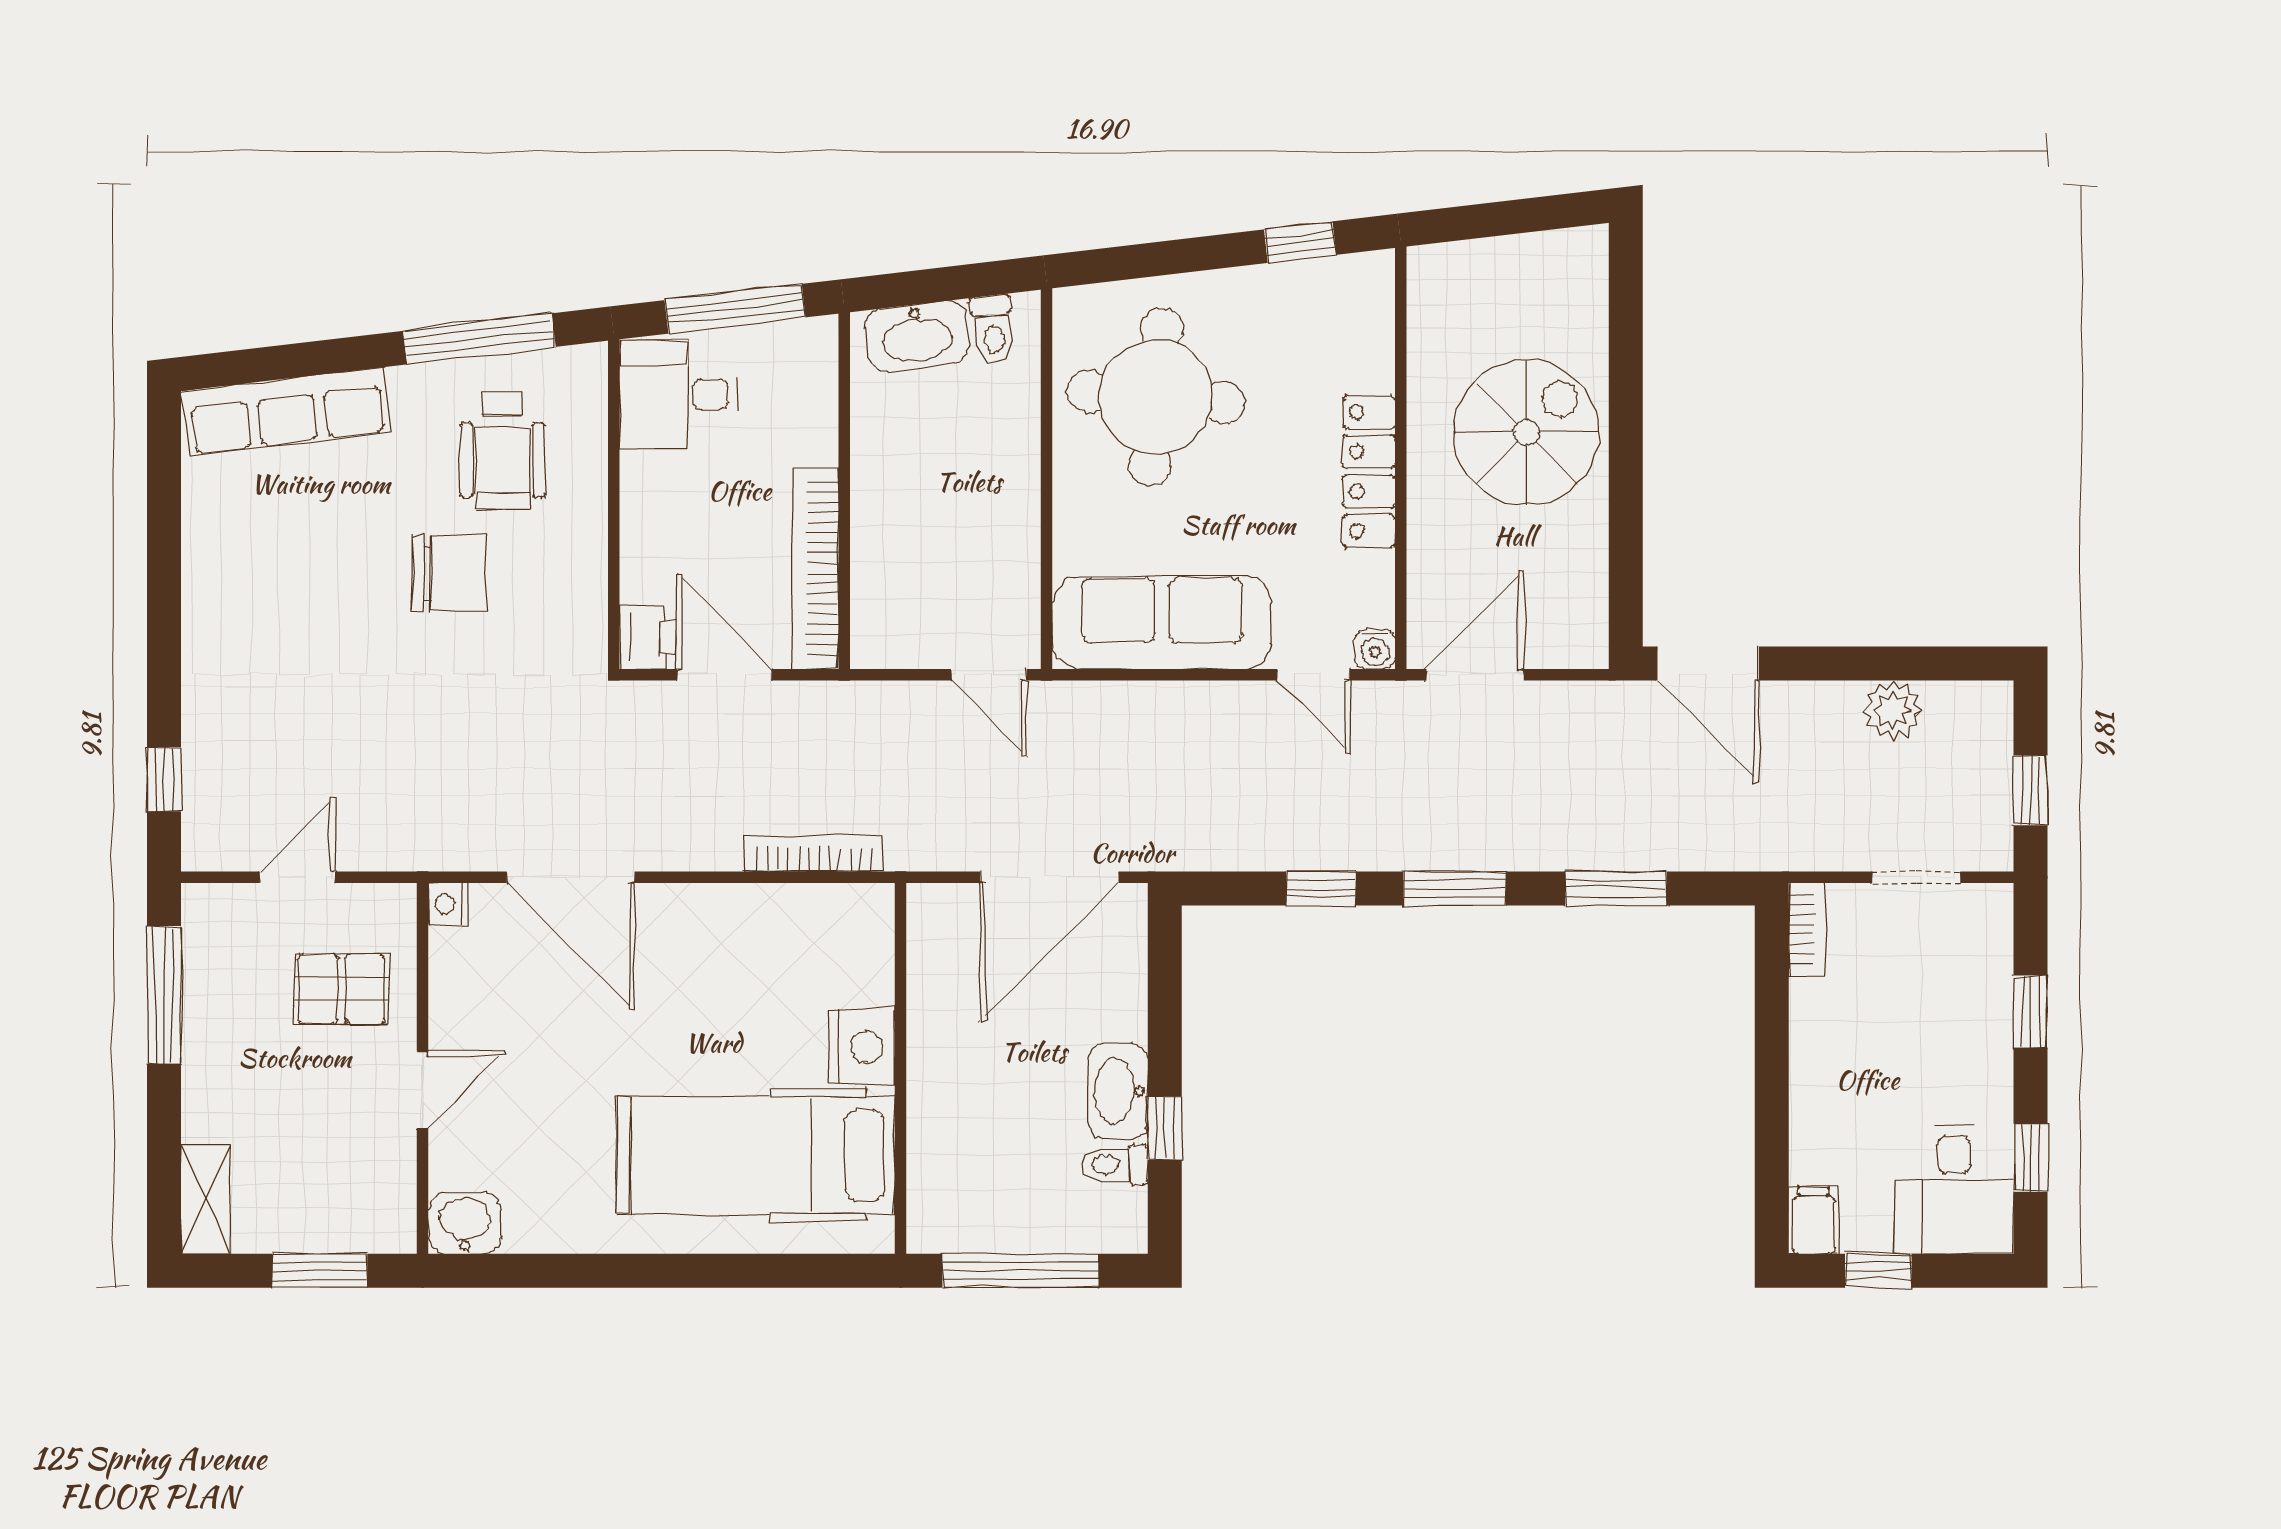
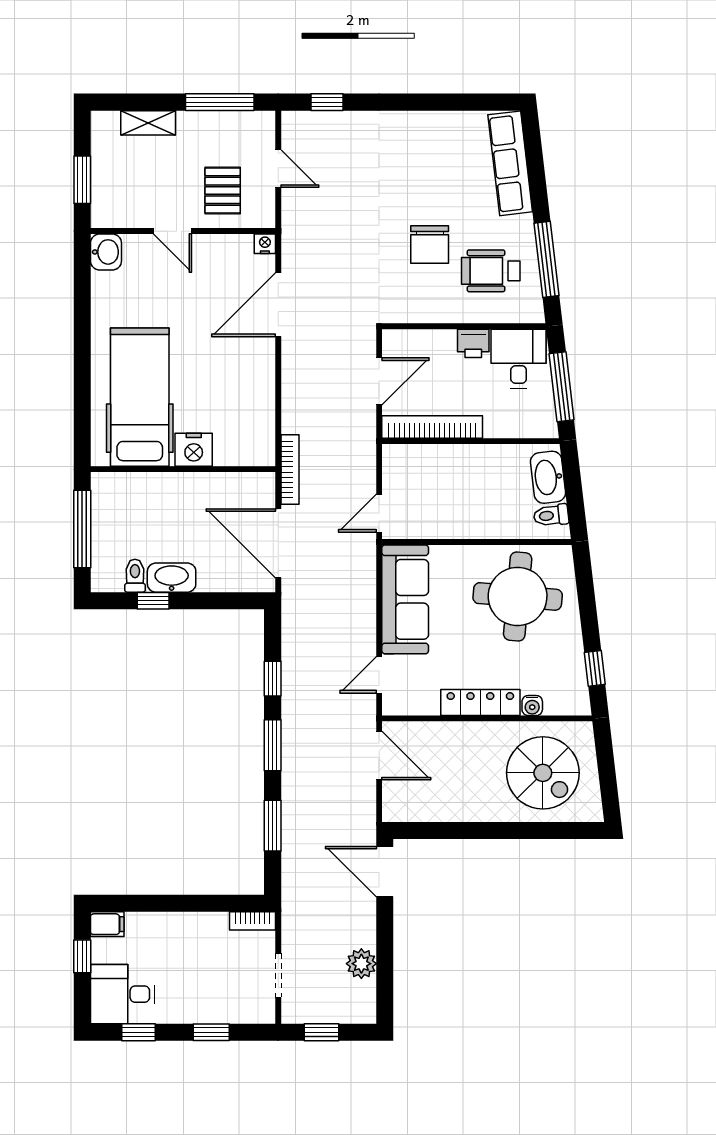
spiral stairs: (1526, 433) -> (543, 773), moved
printer: (648, 638) -> (473, 343), moved
water cooler: (1375, 649) -> (532, 706), moved, turned -90
door: (1708, 664) -> (385, 872), hinge flipped
bookcase: (814, 854) -> (290, 470), moved
shelving: (205, 1199) -> (148, 123), moved

